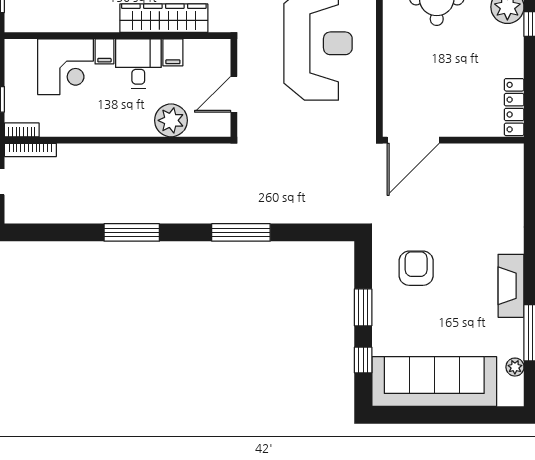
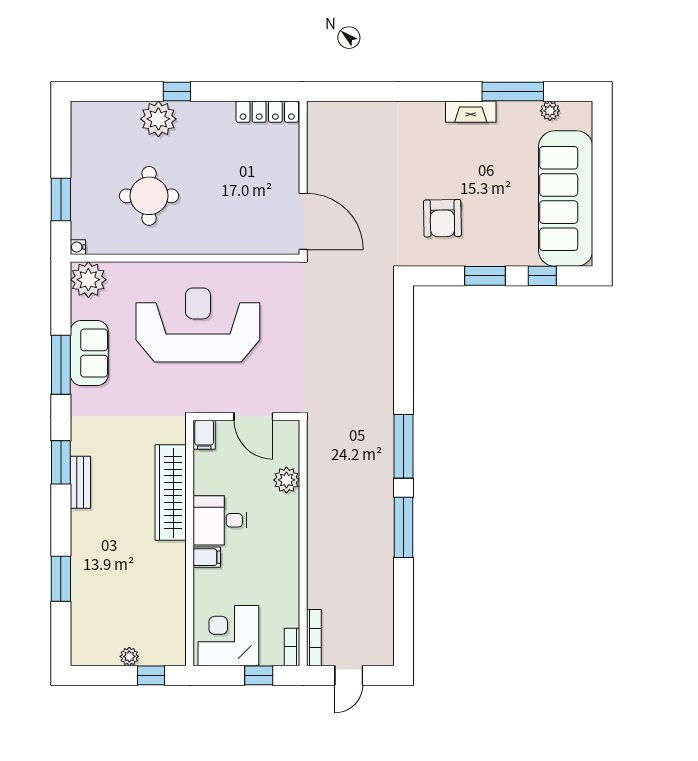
filing cabinet: (173, 52) -> (204, 435), moved, turned 90
corner desk: (66, 67) -> (228, 636), moved, turned -90
plant: (171, 120) -> (286, 480), width x0.73, depth x0.73
window: (241, 232) -> (404, 446), moved
armchair: (416, 268) -> (442, 218), turned -91
fireplace: (511, 286) -> (471, 112), width x0.73, depth x0.76

